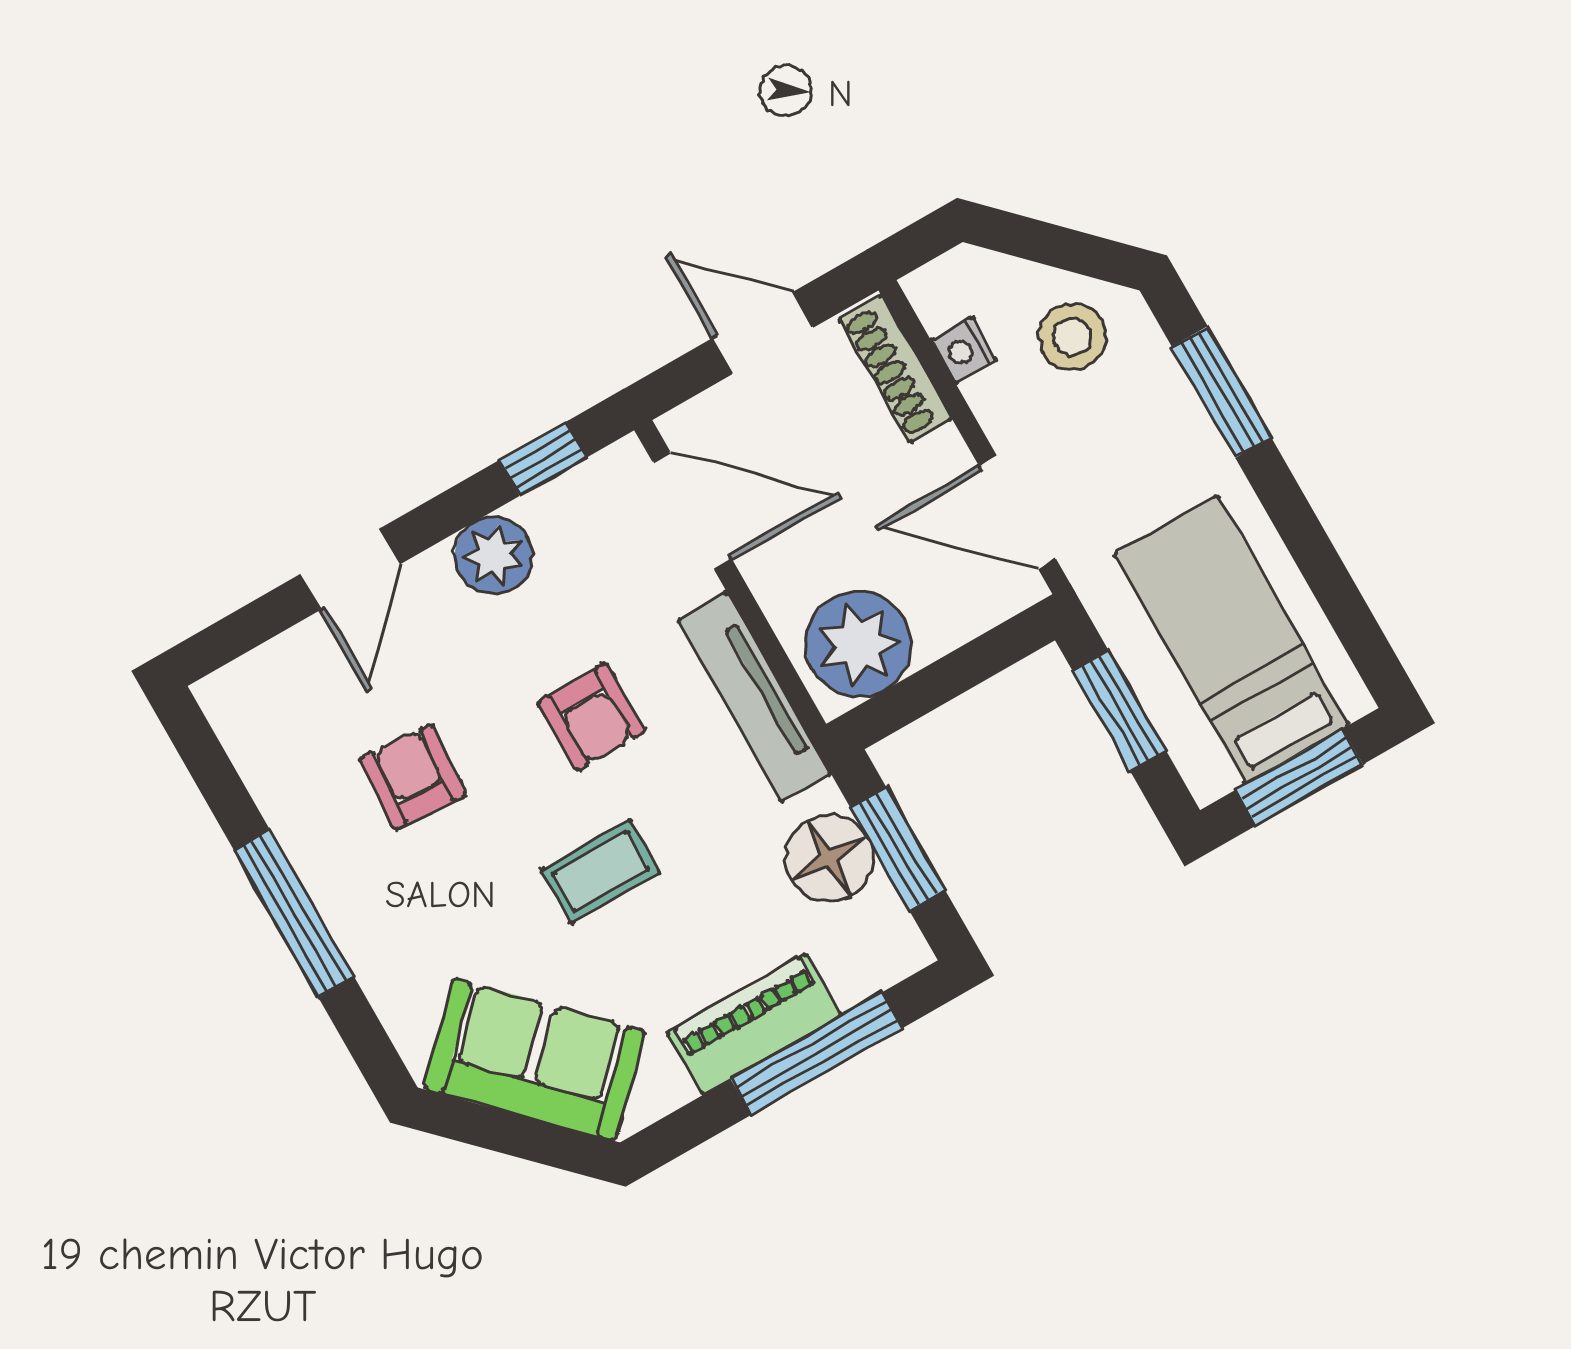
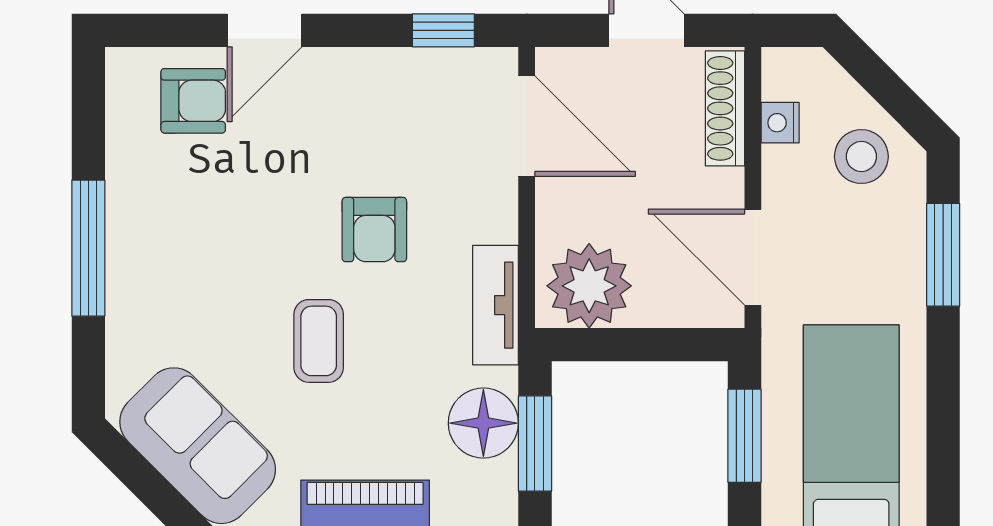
plant: (494, 555) -> (370, 78), removed
tv unit: (754, 697) -> (496, 305), width x0.71
armchair: (413, 777) -> (193, 101), moved, turned 86
coffee table: (600, 871) -> (319, 341), turned 90

